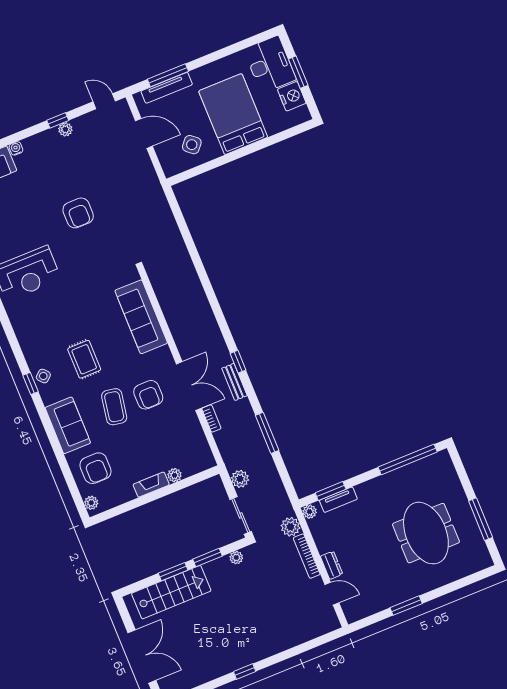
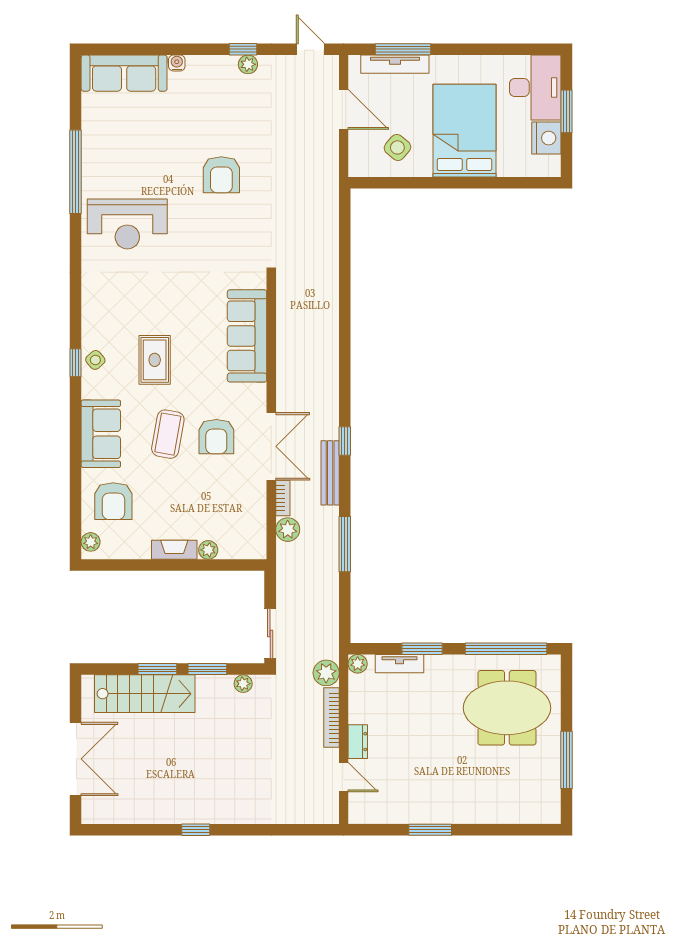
bench: (234, 382) -> (330, 473), width x1.36
plant: (240, 479) -> (288, 530), moved
window: (331, 491) -> (422, 649), moved
meeting table: (426, 533) -> (507, 708), moved, turned 90

